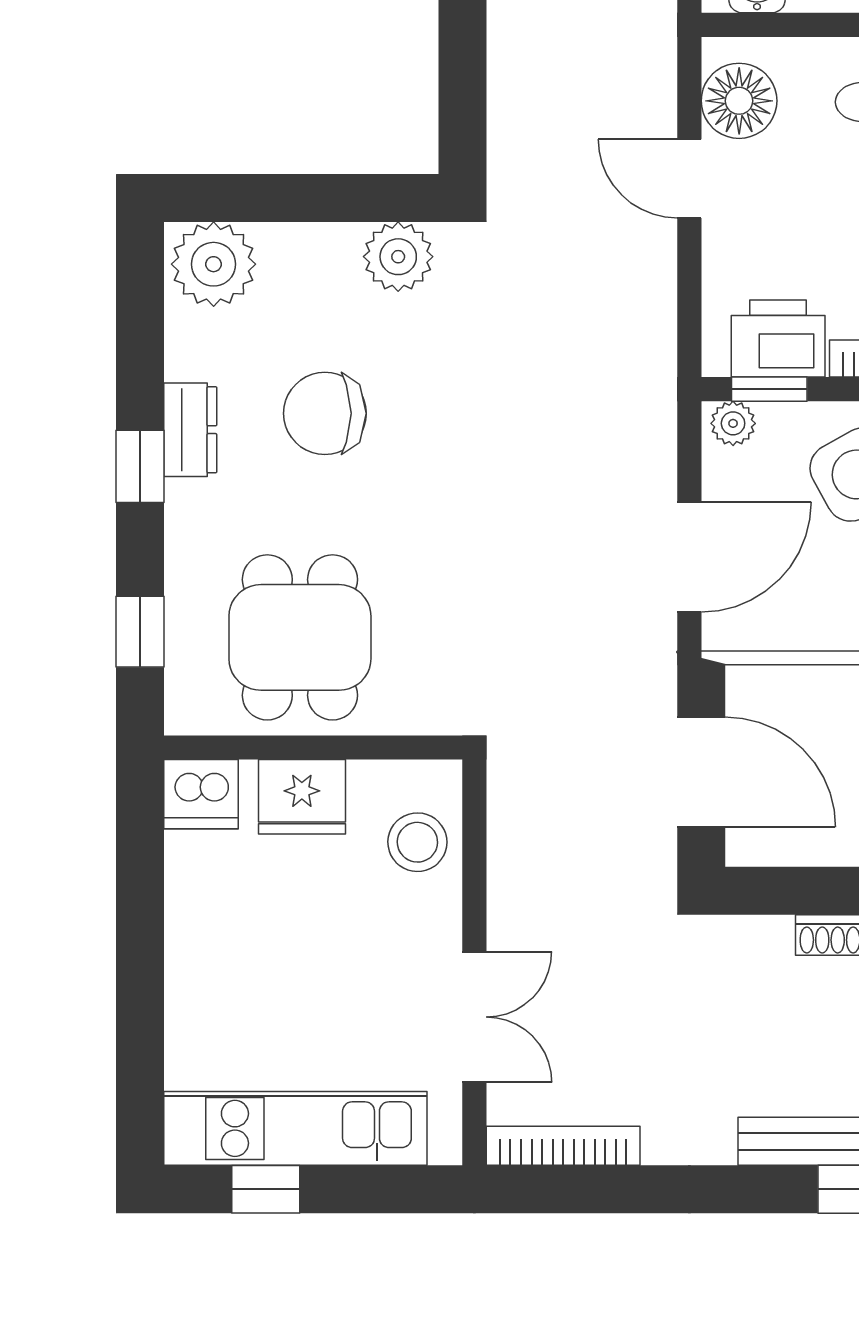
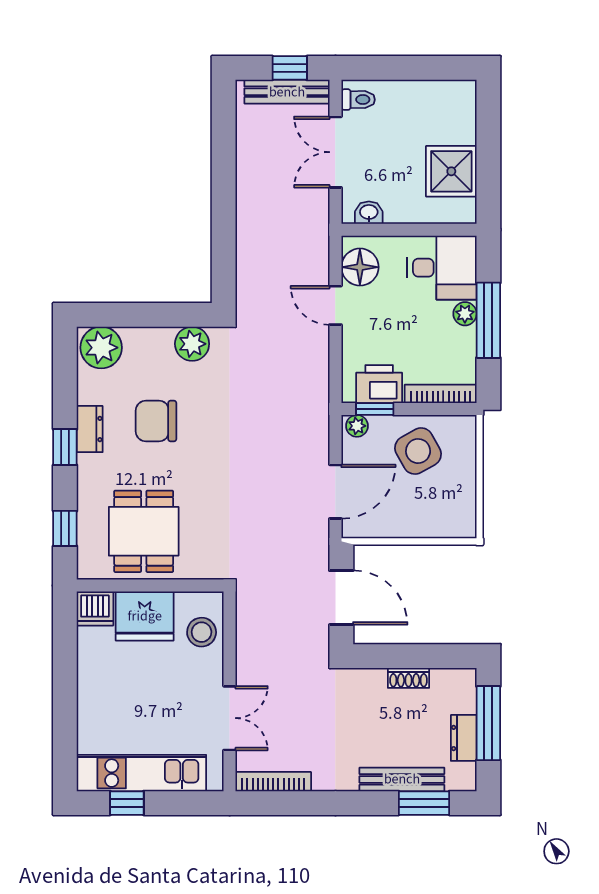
fridge: (302, 797) -> (145, 616), width x1.36, depth x1.34

